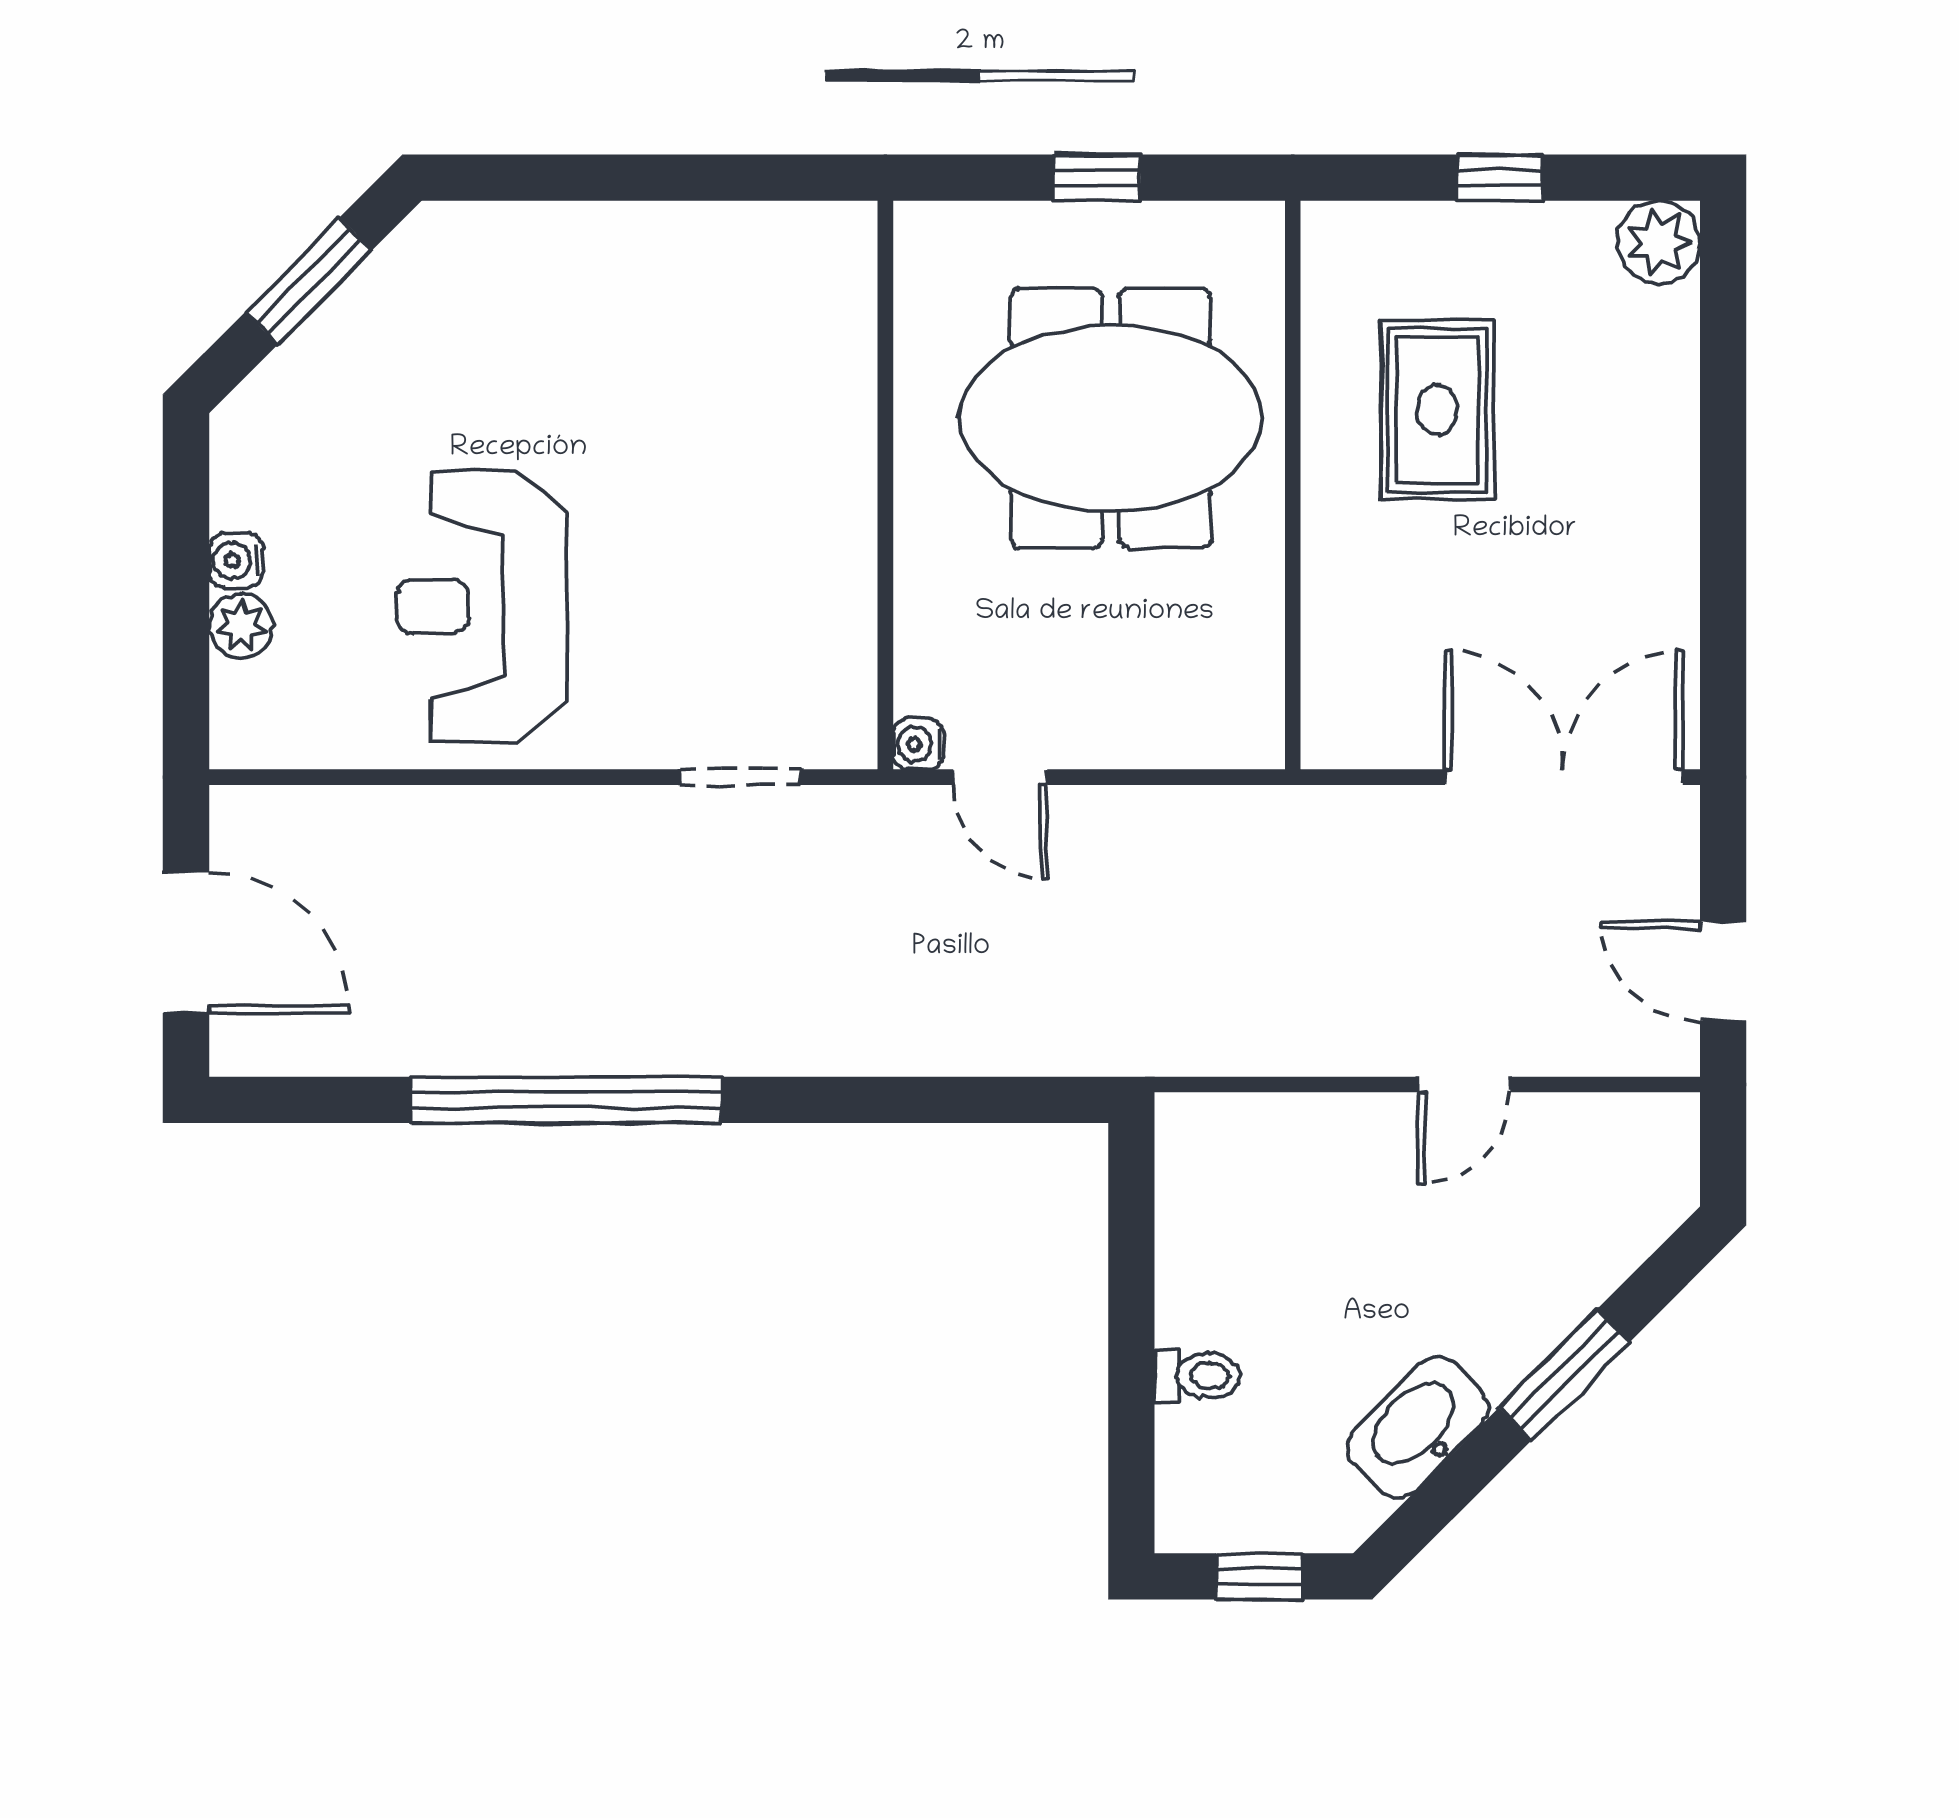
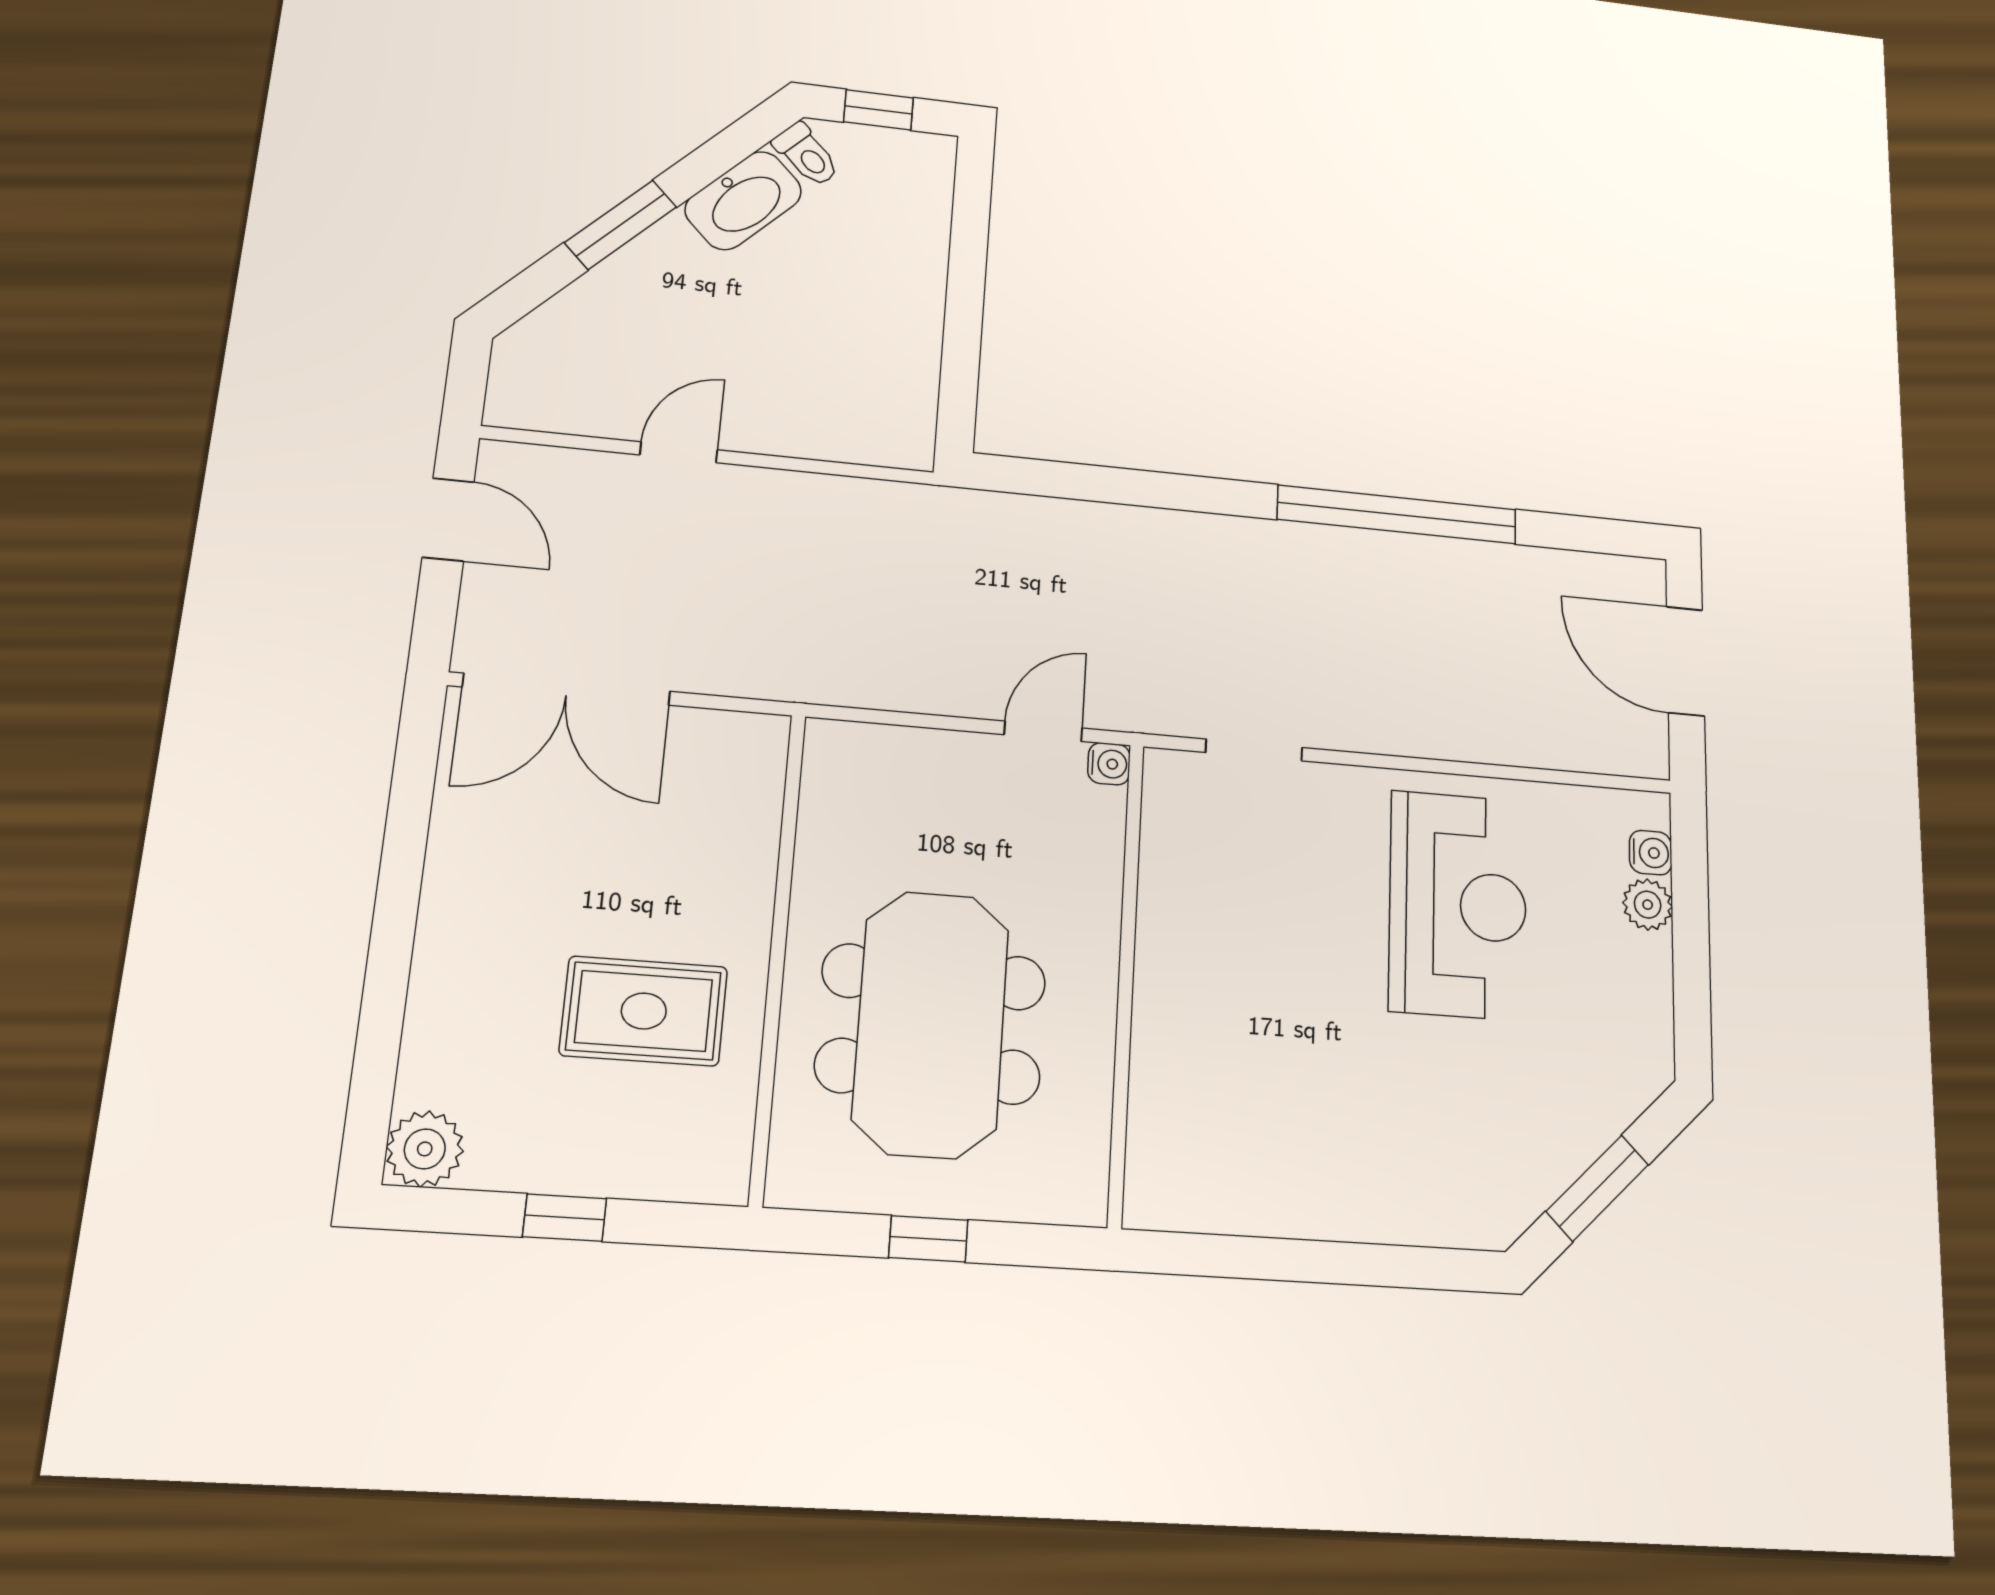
rug: (1437, 410) -> (644, 1011), turned 90
meeting table: (1111, 418) -> (931, 1024), turned 90
water cooler: (236, 561) -> (1651, 853), moved
door: (1000, 777) -> (1043, 731), hinge flipped
toilet: (1198, 1376) -> (807, 155), moved, turned -135

